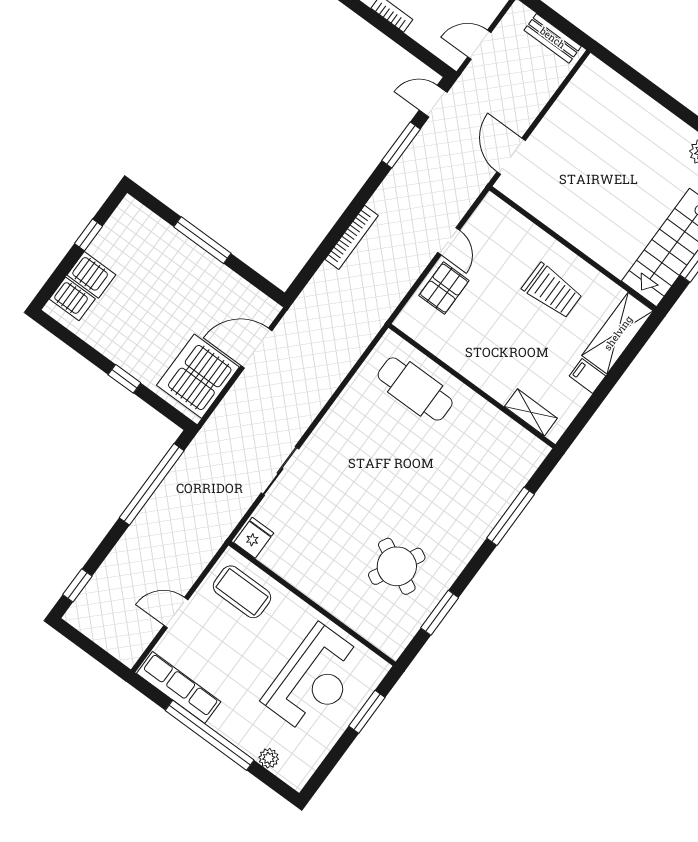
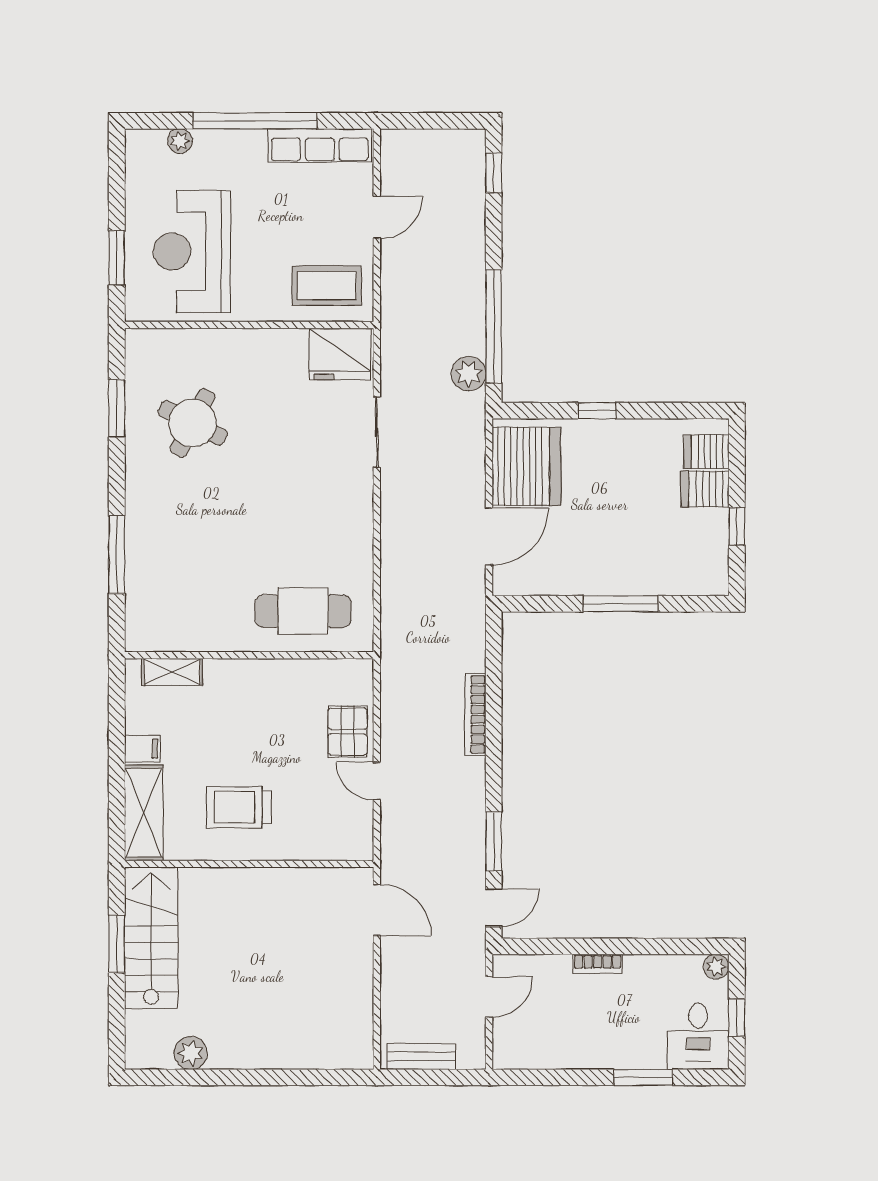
plant: (191, 465) -> (469, 374), added
fridge: (254, 538) -> (340, 354), width x1.88, depth x1.34

